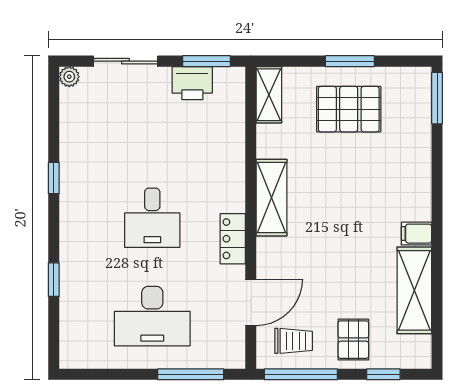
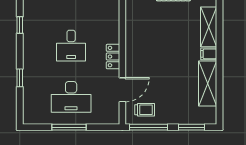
shelving: (271, 198) -> (209, 27), moved
pallet: (353, 340) -> (176, 109), removed
window: (191, 374) -> (69, 127), moved
window: (383, 374) -> (191, 127), width x1.50

